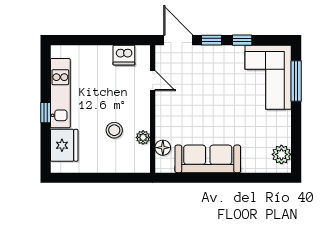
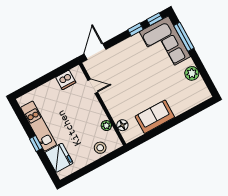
door: (178, 40) -> (95, 52), hinge flipped
window: (211, 40) -> (155, 19), moved
stool: (114, 130) -> (100, 148), moved
plant: (281, 154) -> (192, 73), moved
sofa: (208, 159) -> (155, 117), width x0.73

